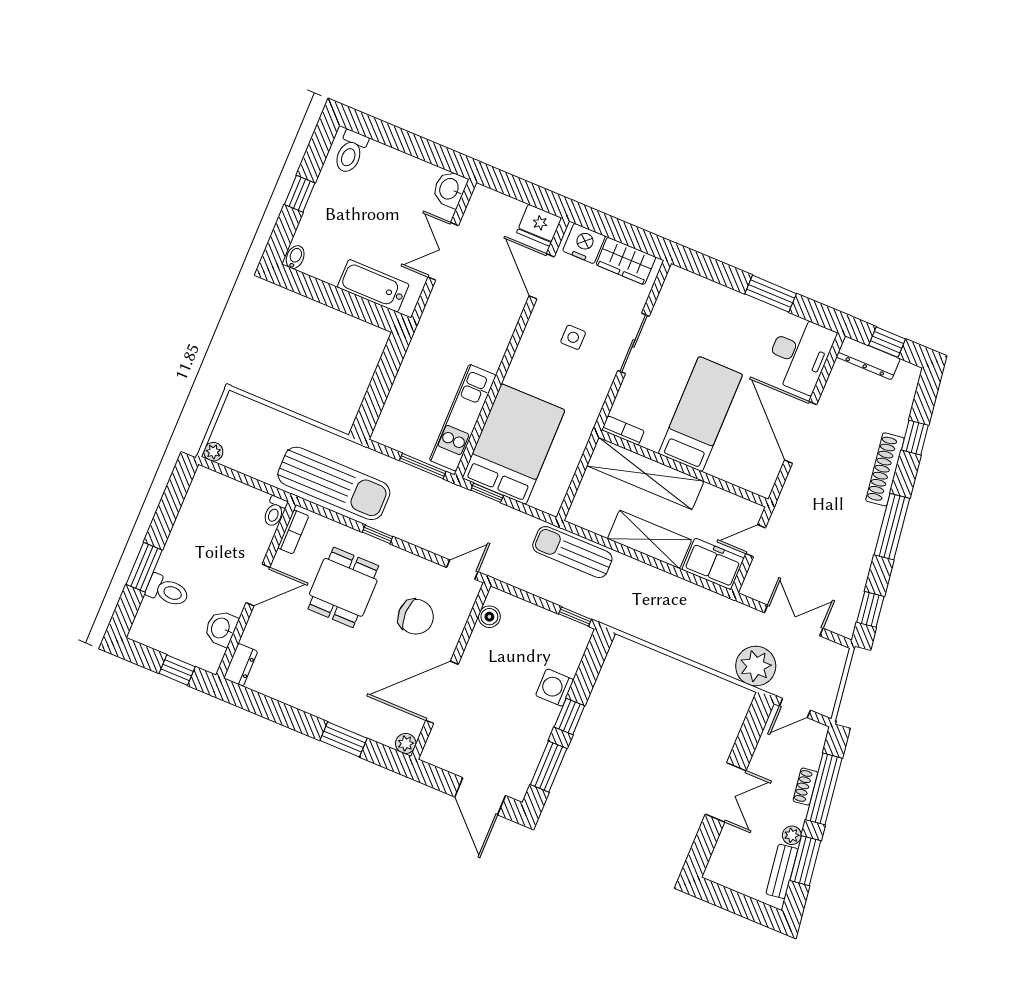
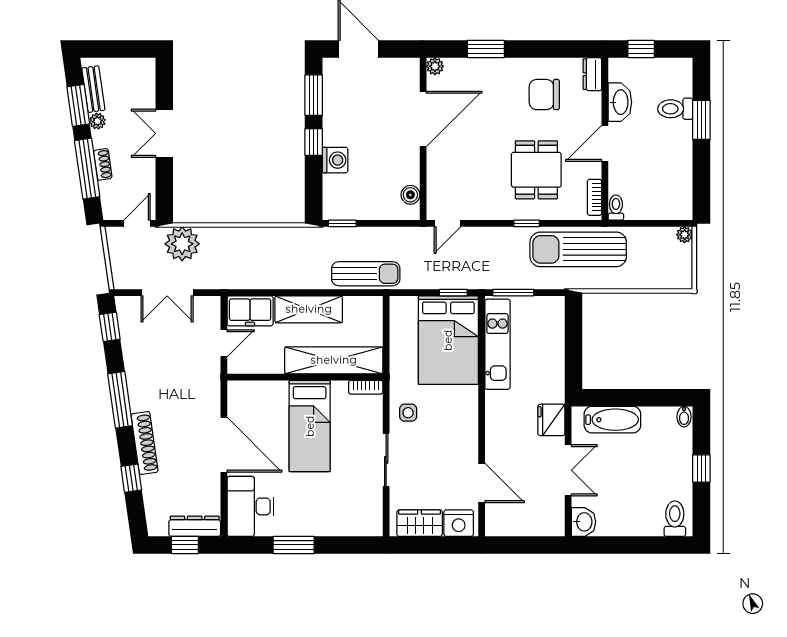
fridge: (539, 225) -> (551, 420), moved, turned -90
side table: (573, 337) -> (408, 413), moved
chair: (416, 617) -> (544, 95), moved
washbasin: (221, 628) -> (620, 102), width x1.38

